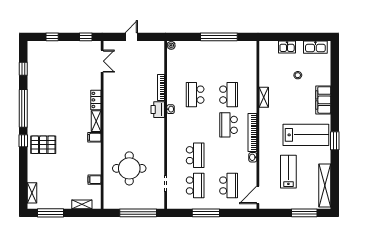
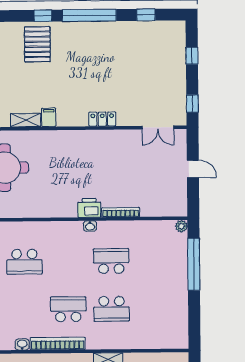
window: (219, 37) -> (194, 264), moved
shelving: (96, 121) -> (26, 120), moved

